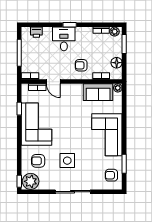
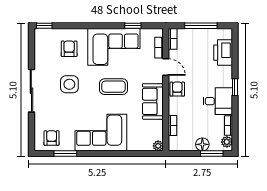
printer: (36, 32) -> (223, 53), width x1.87, depth x1.48
desk: (64, 39) -> (218, 101), moved
floor lamp: (117, 63) -> (202, 144), moved
armchair: (81, 65) -> (177, 89), moved
door: (53, 82) -> (166, 67), swing flipped
sofa: (98, 92) -> (153, 101), moved
coffee table: (69, 124) -> (114, 87), added
plant: (31, 181) -> (44, 39), removed

